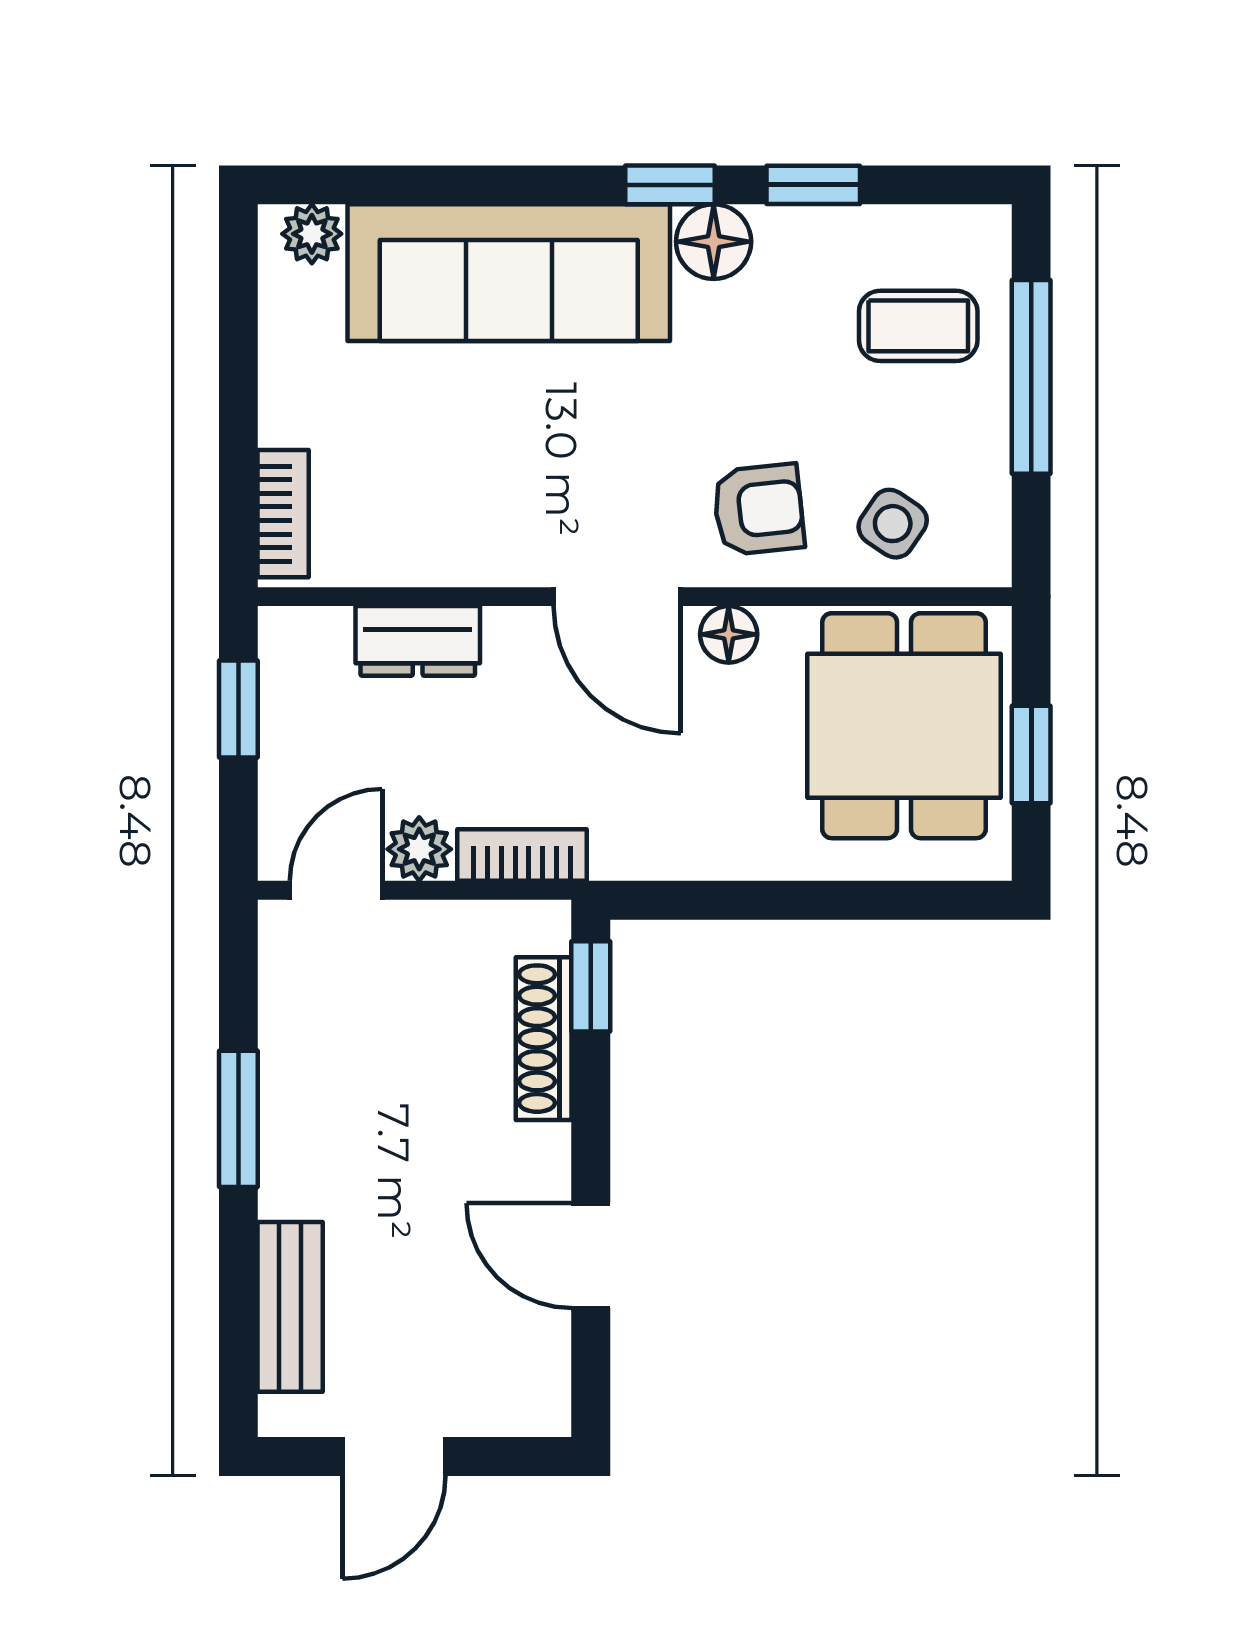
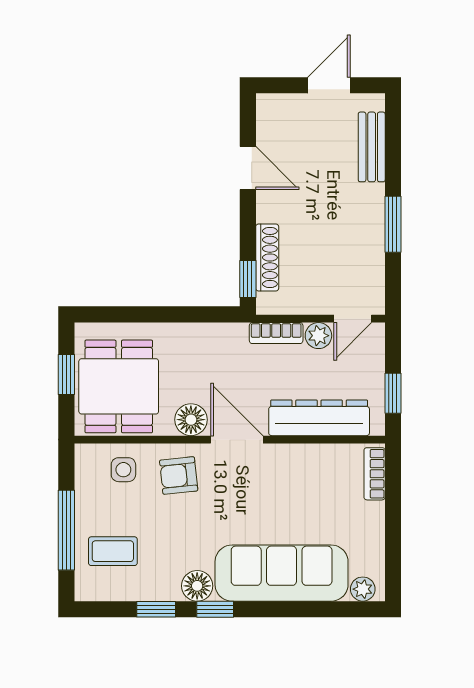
side table: (893, 524) -> (123, 470), turned -34
floor lamp: (729, 634) -> (191, 420), width x1.37, depth x1.37
dresser: (418, 641) -> (319, 418), width x1.96, depth x1.24

